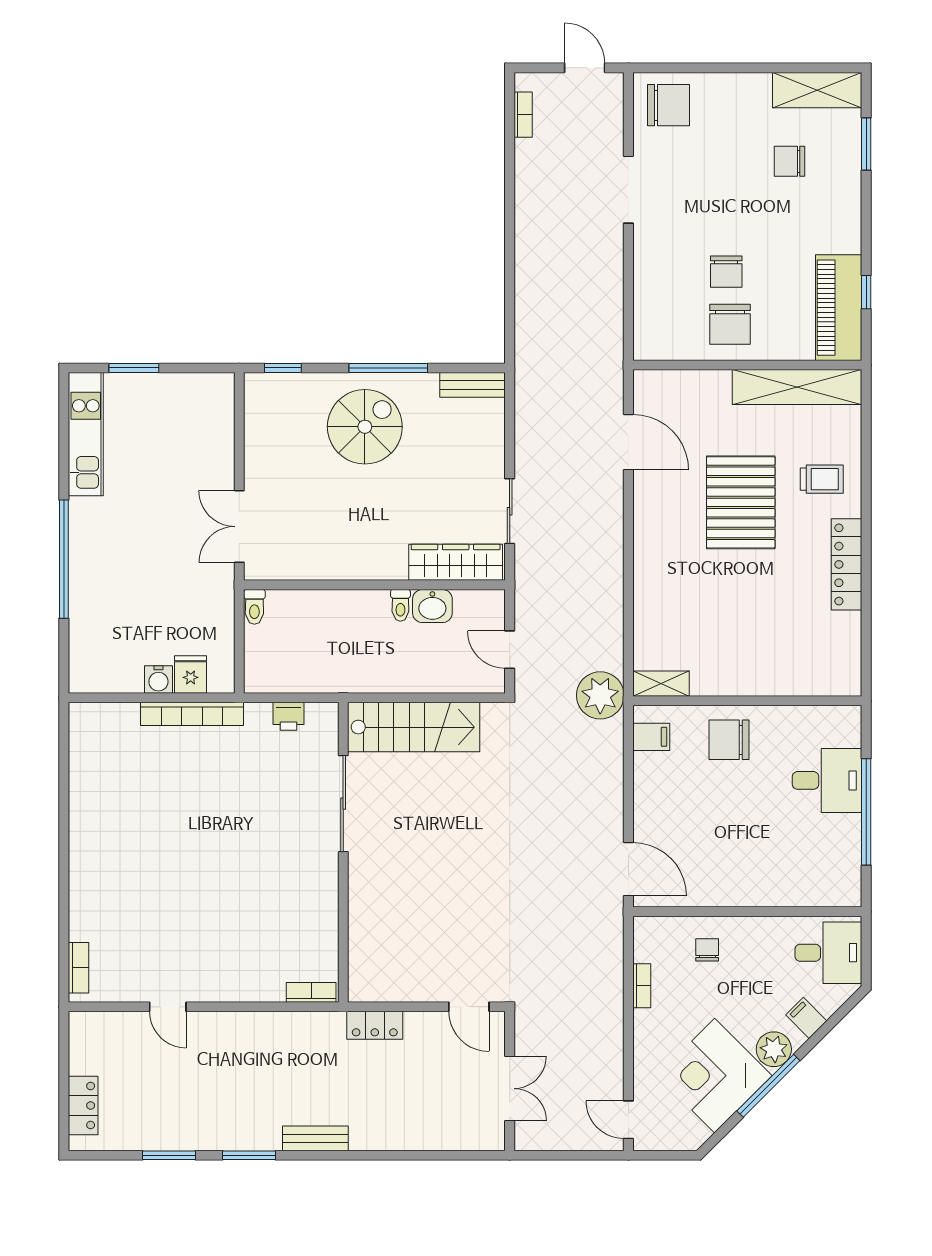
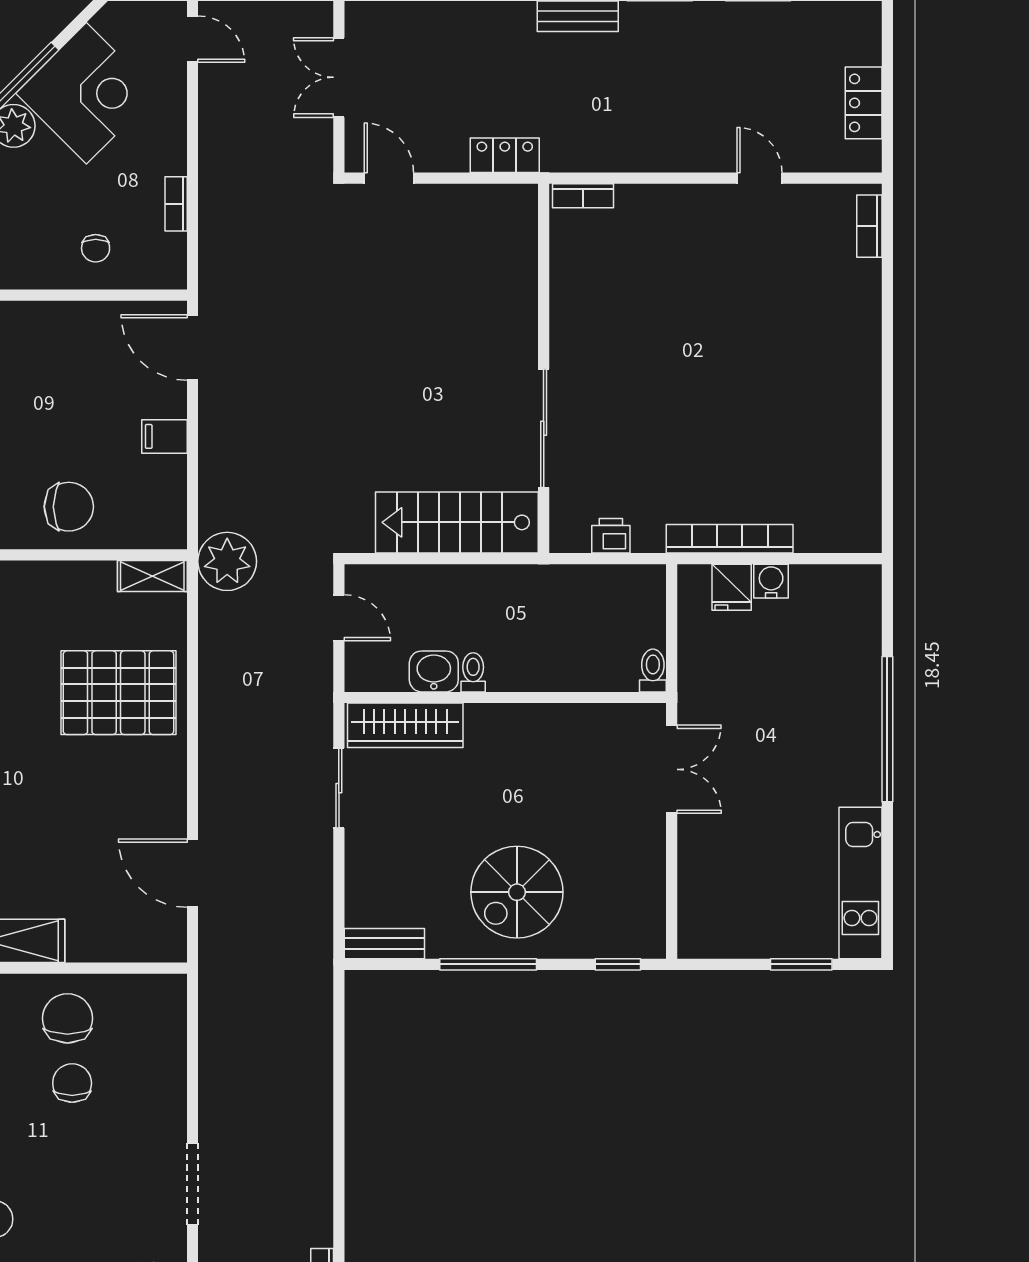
pallet: (741, 502) -> (118, 693), moved, turned 90
filing cabinet: (651, 737) -> (164, 436), moved
locker: (83, 1105) -> (864, 103), moved

